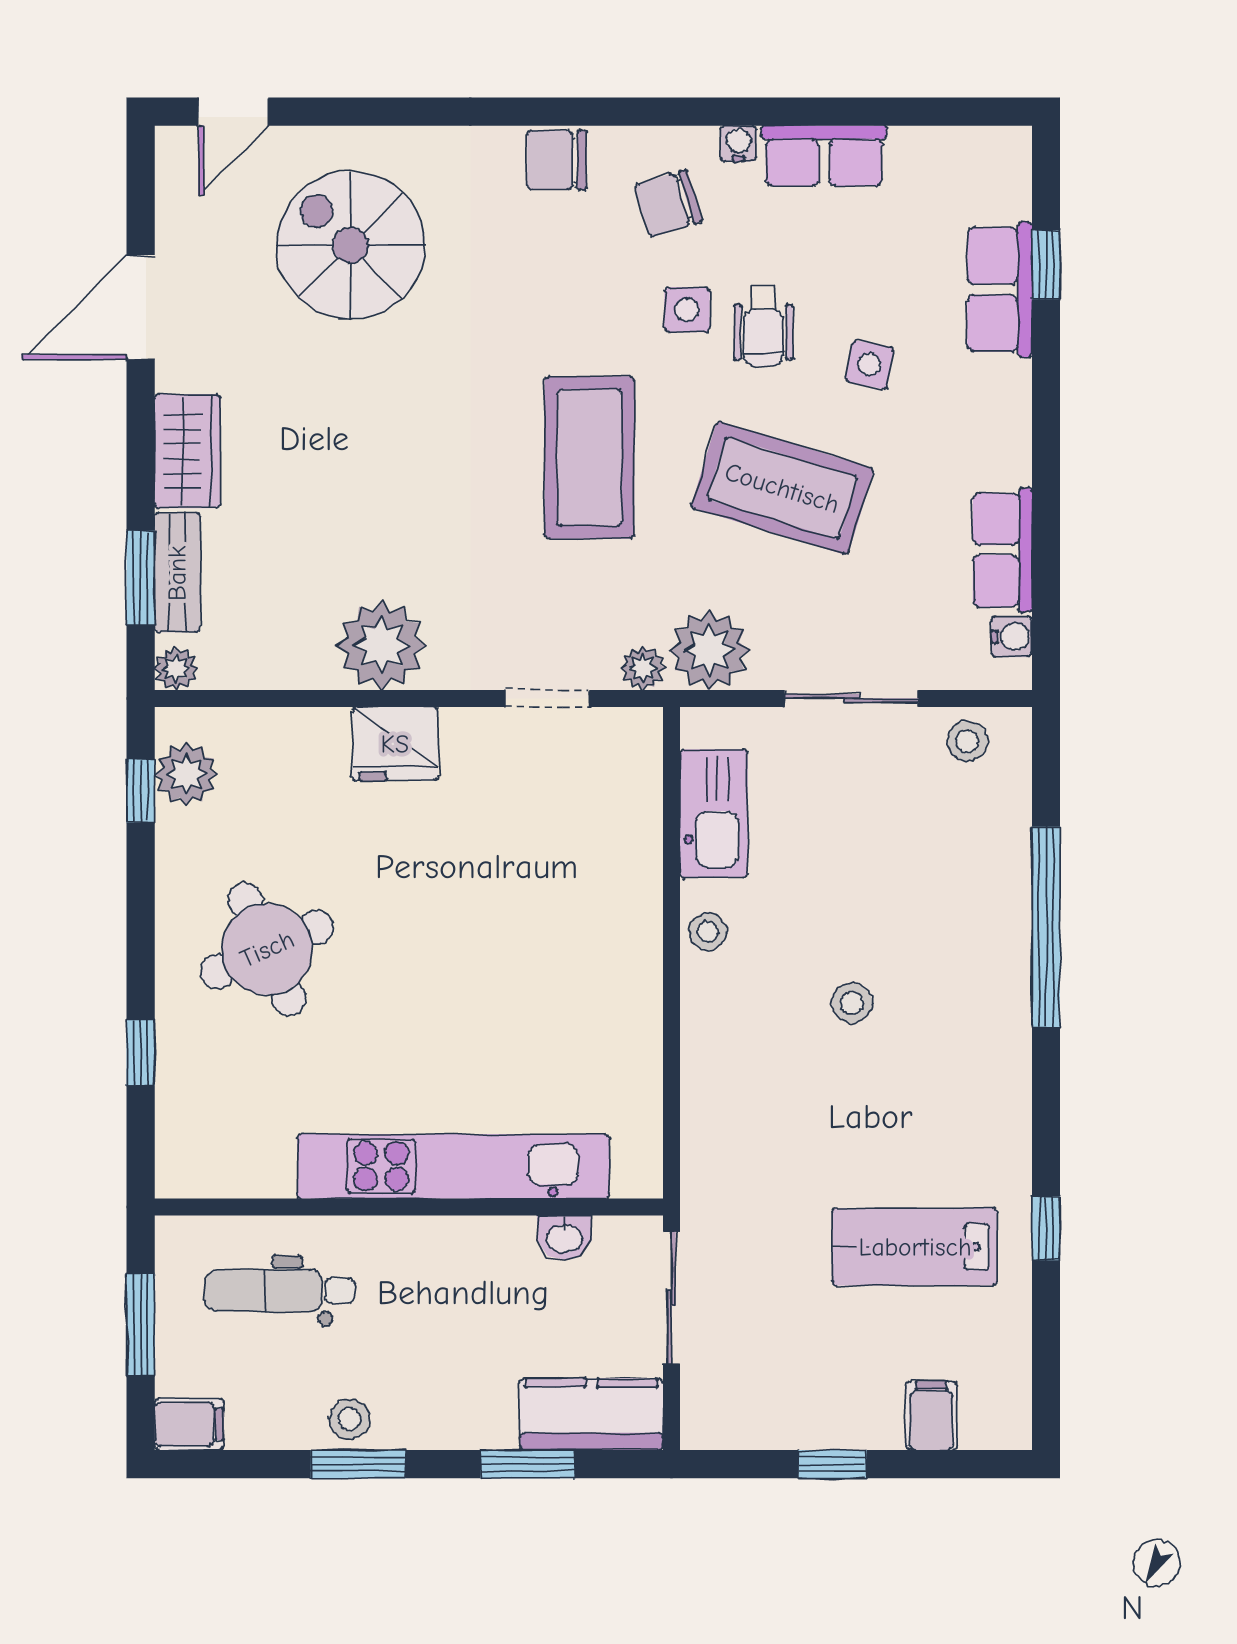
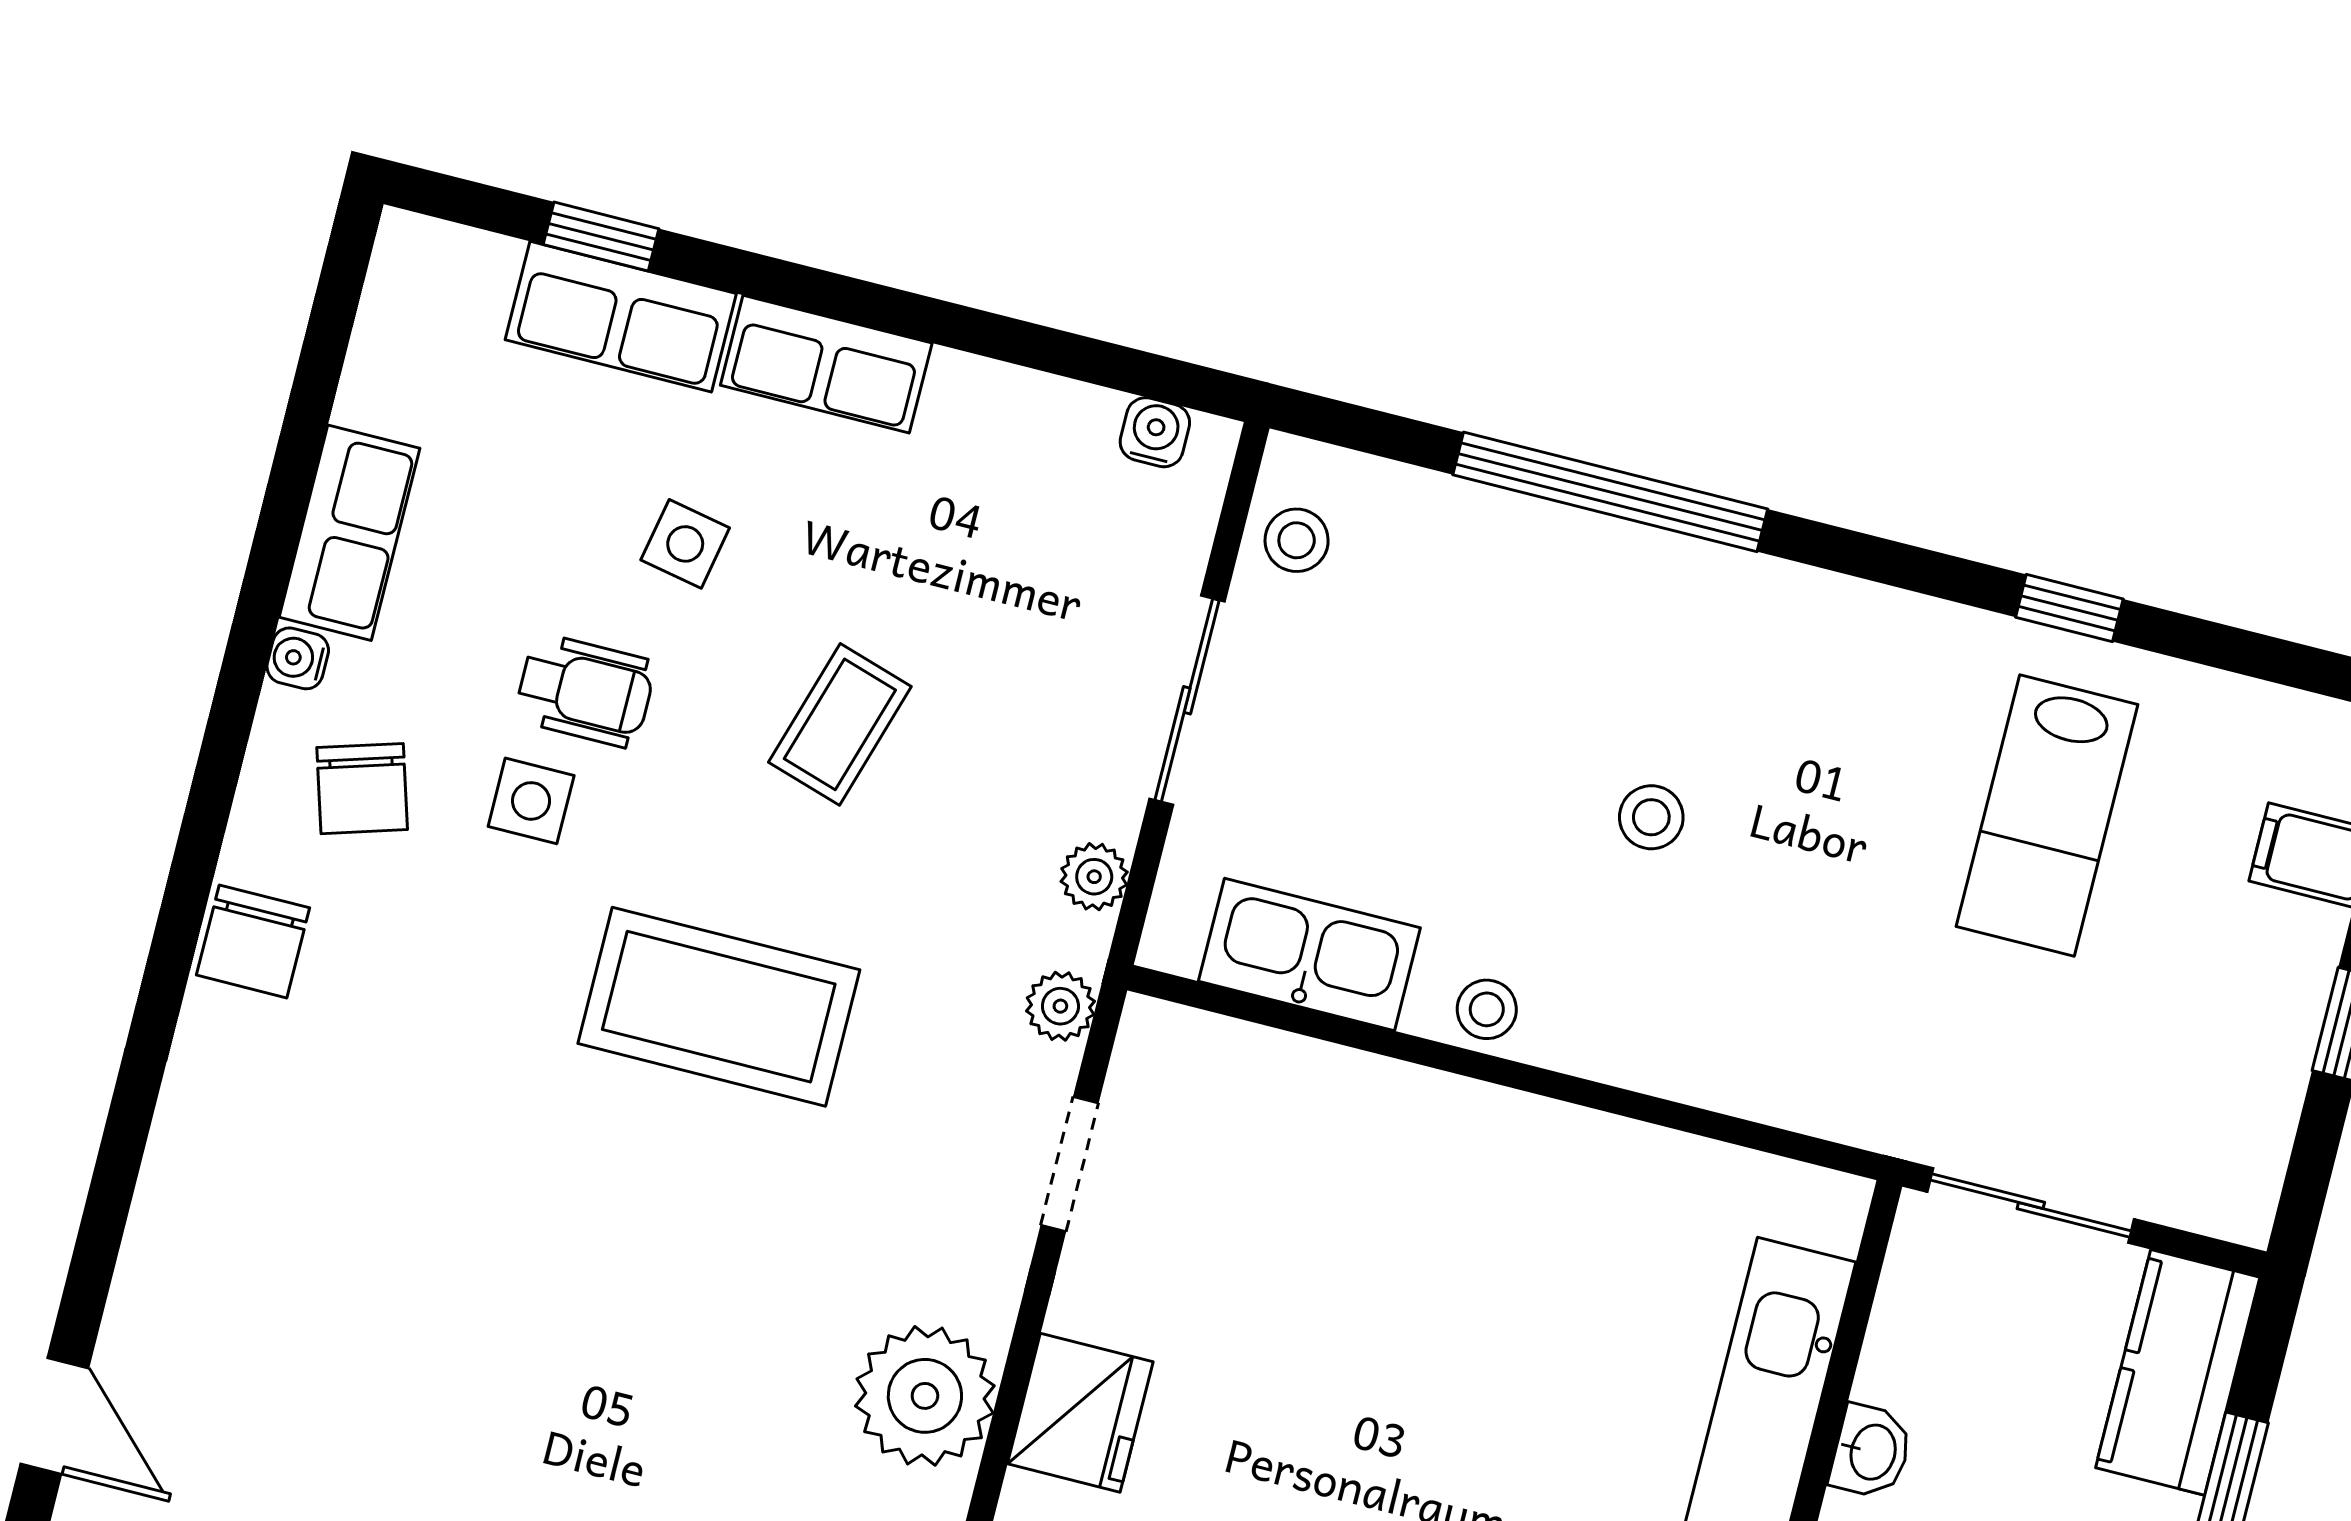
spiral stairs: (351, 245) -> (303, 1288), removed
coffee table: (782, 488) -> (840, 724), width x0.54, depth x0.58
row of seats: (1002, 550) -> (826, 364), moved
plant: (709, 650) -> (1094, 877), width x0.53, depth x0.53
washbasin: (564, 1238) -> (1871, 1452), moved

